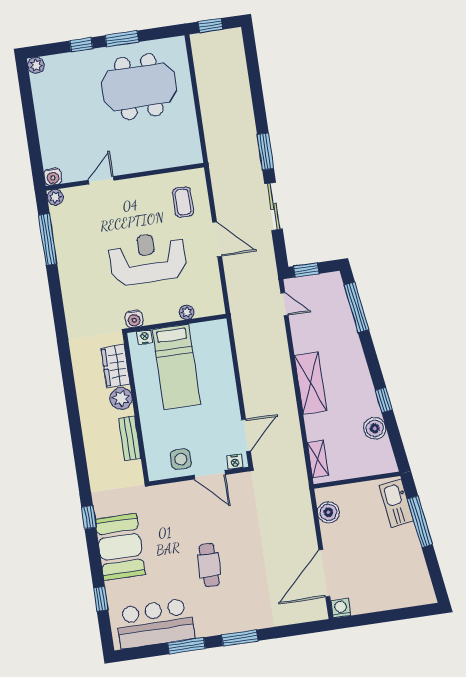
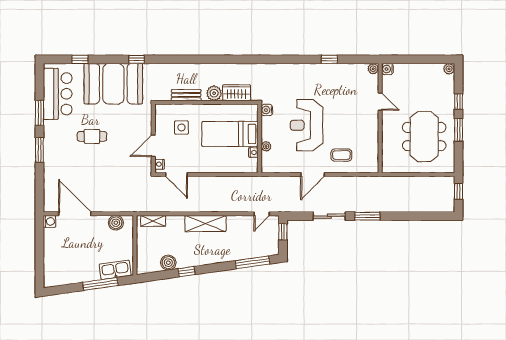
water cooler: (53, 177) -> (387, 69), moved
wall: (125, 177) -> (380, 118), moved
door: (101, 180) -> (380, 102), moved
plant: (55, 197) -> (373, 69), moved
window: (48, 240) -> (329, 59), width x0.46
reception desk: (148, 258) -> (307, 125), turned 180
nightstand: (145, 337) -> (253, 153), moved
side table: (181, 459) -> (181, 127), moved
booth: (120, 547) -> (113, 84), width x1.36, depth x1.42

